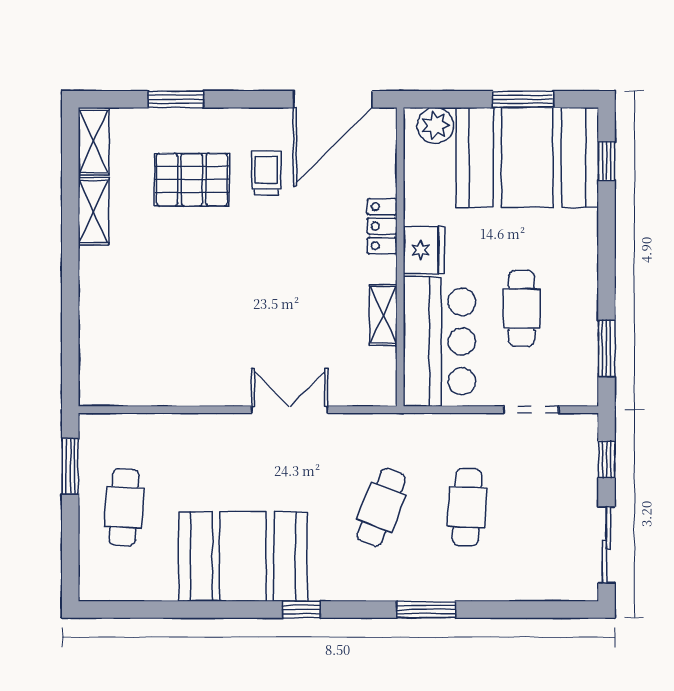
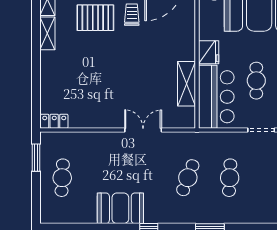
locker: (382, 226) -> (54, 121), moved, turned 90
shelving: (383, 315) -> (187, 84), width x1.50, depth x1.33
booth: (243, 557) -> (120, 208), width x0.73, depth x0.70

